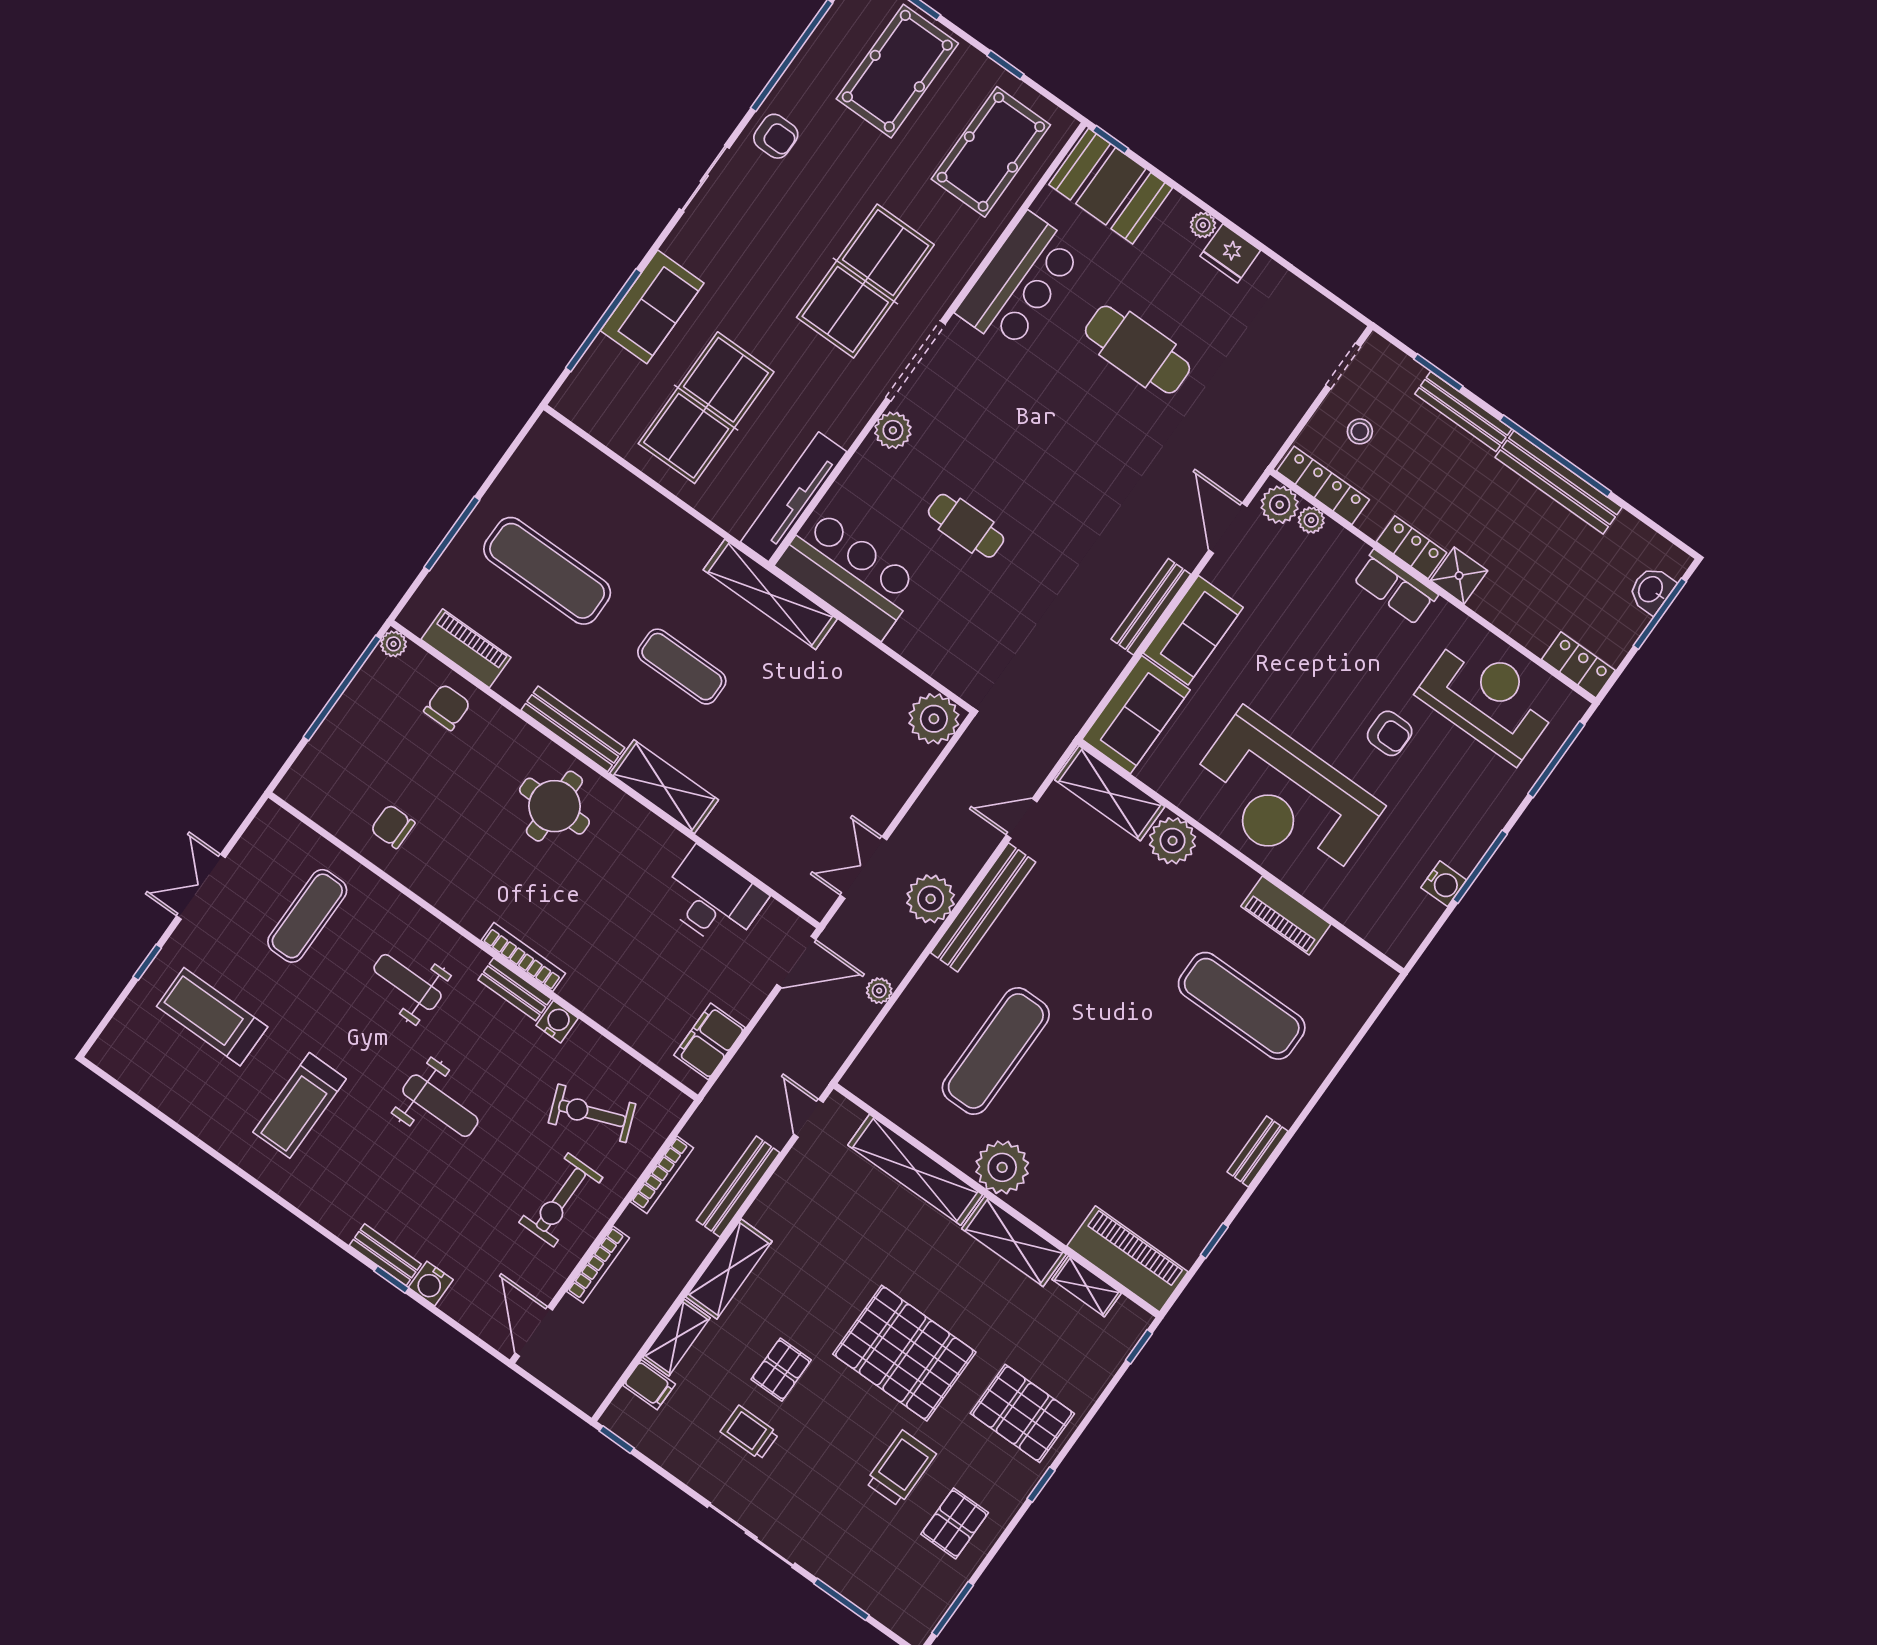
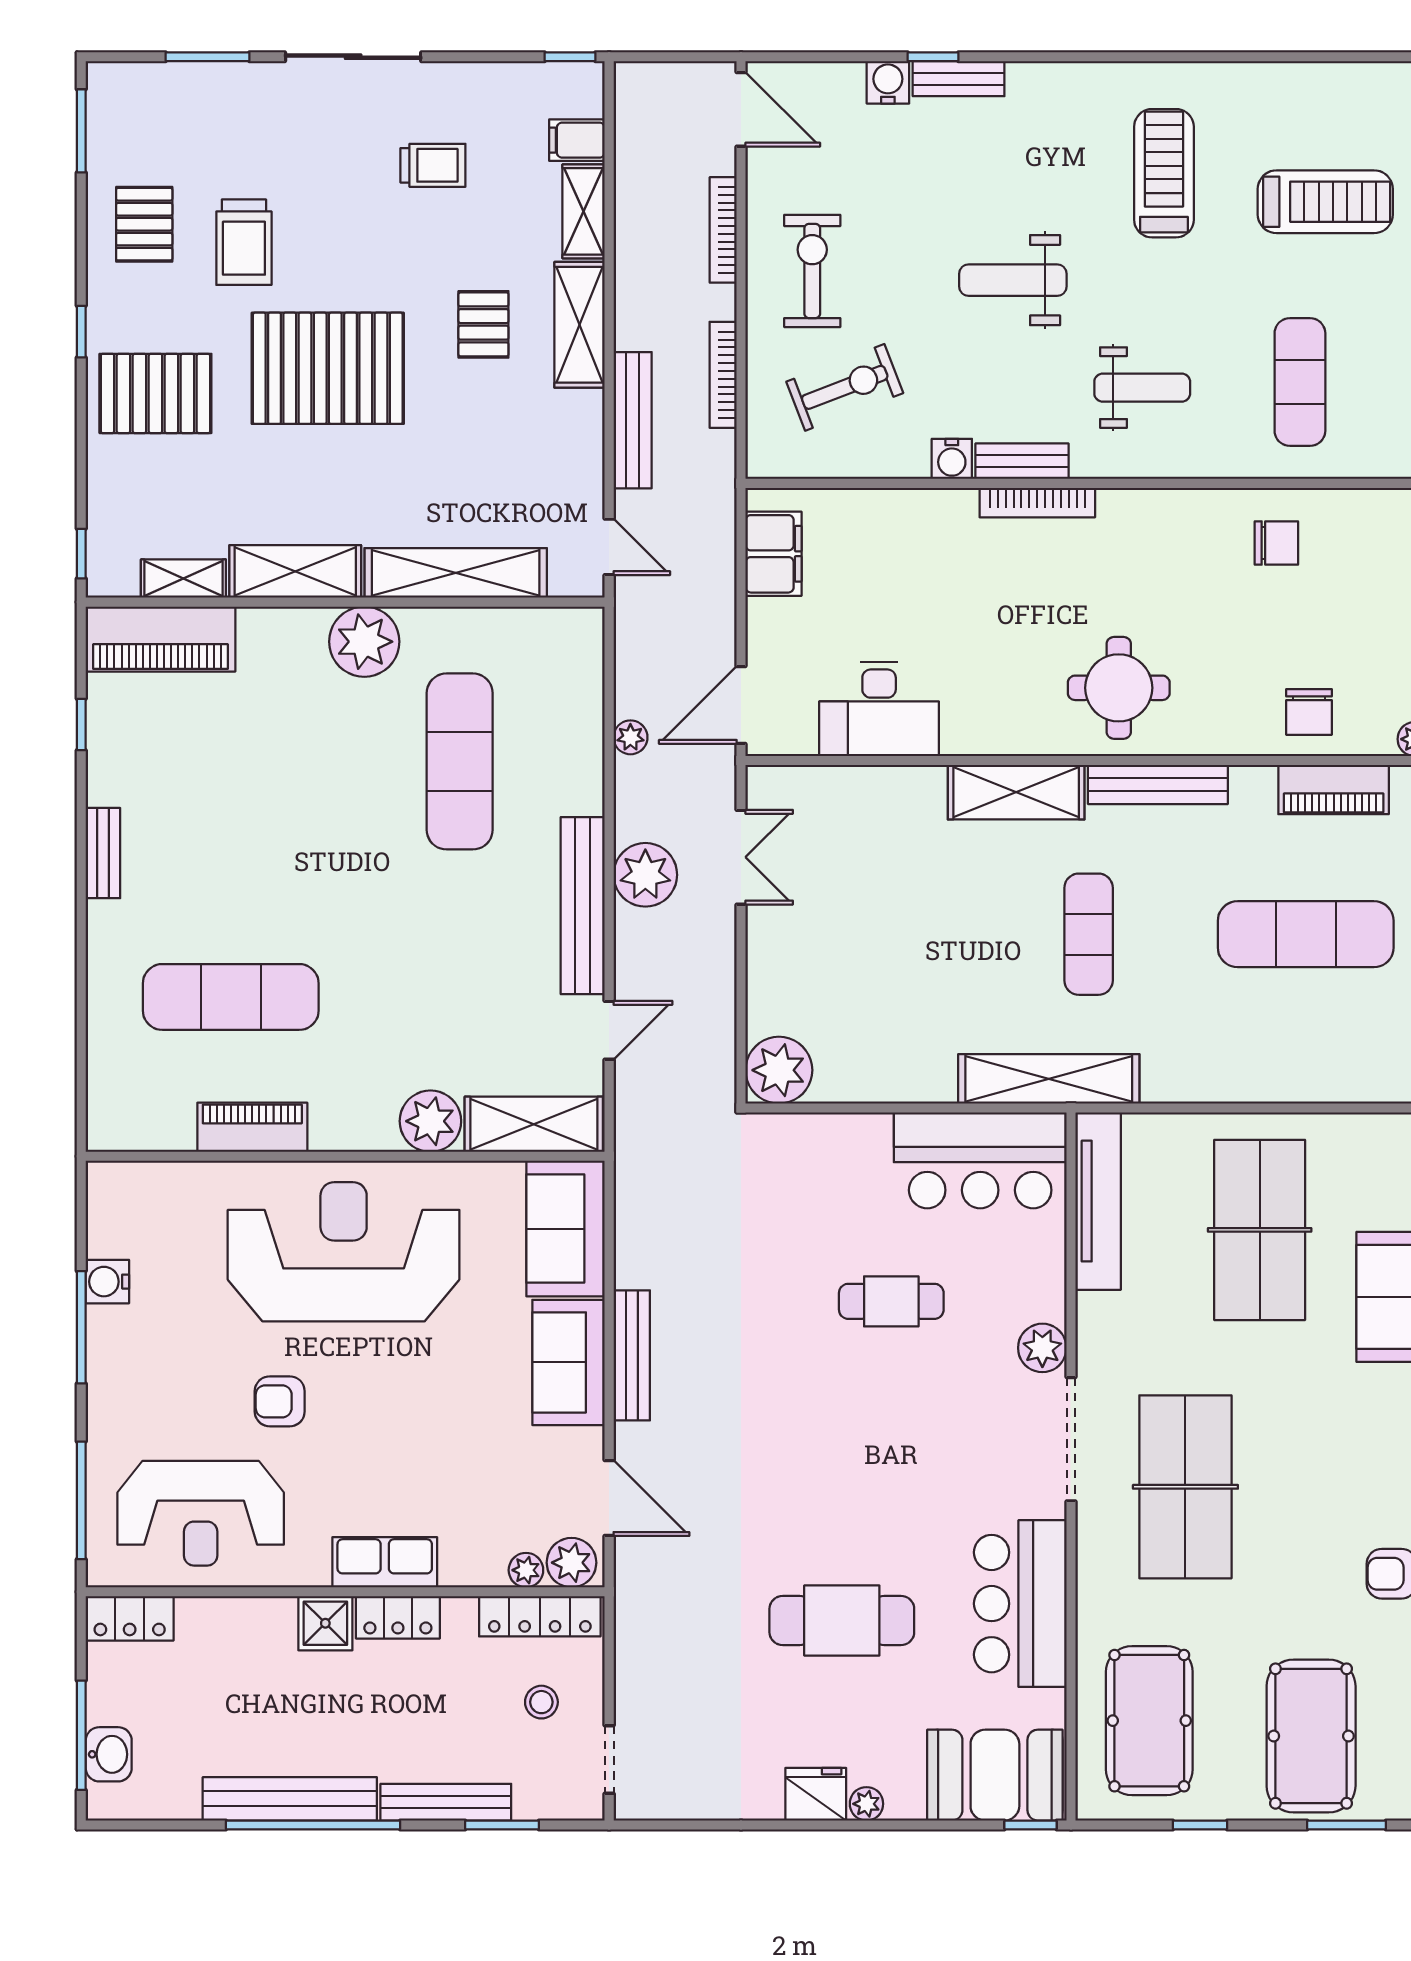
exercise mat: (682, 667) -> (1089, 934), turned 90
pallet: (781, 1370) -> (483, 324), moved

